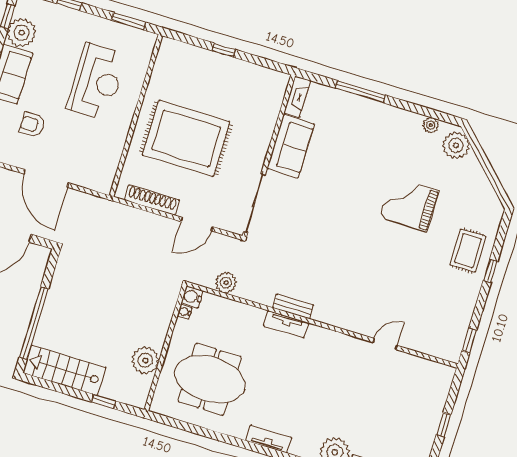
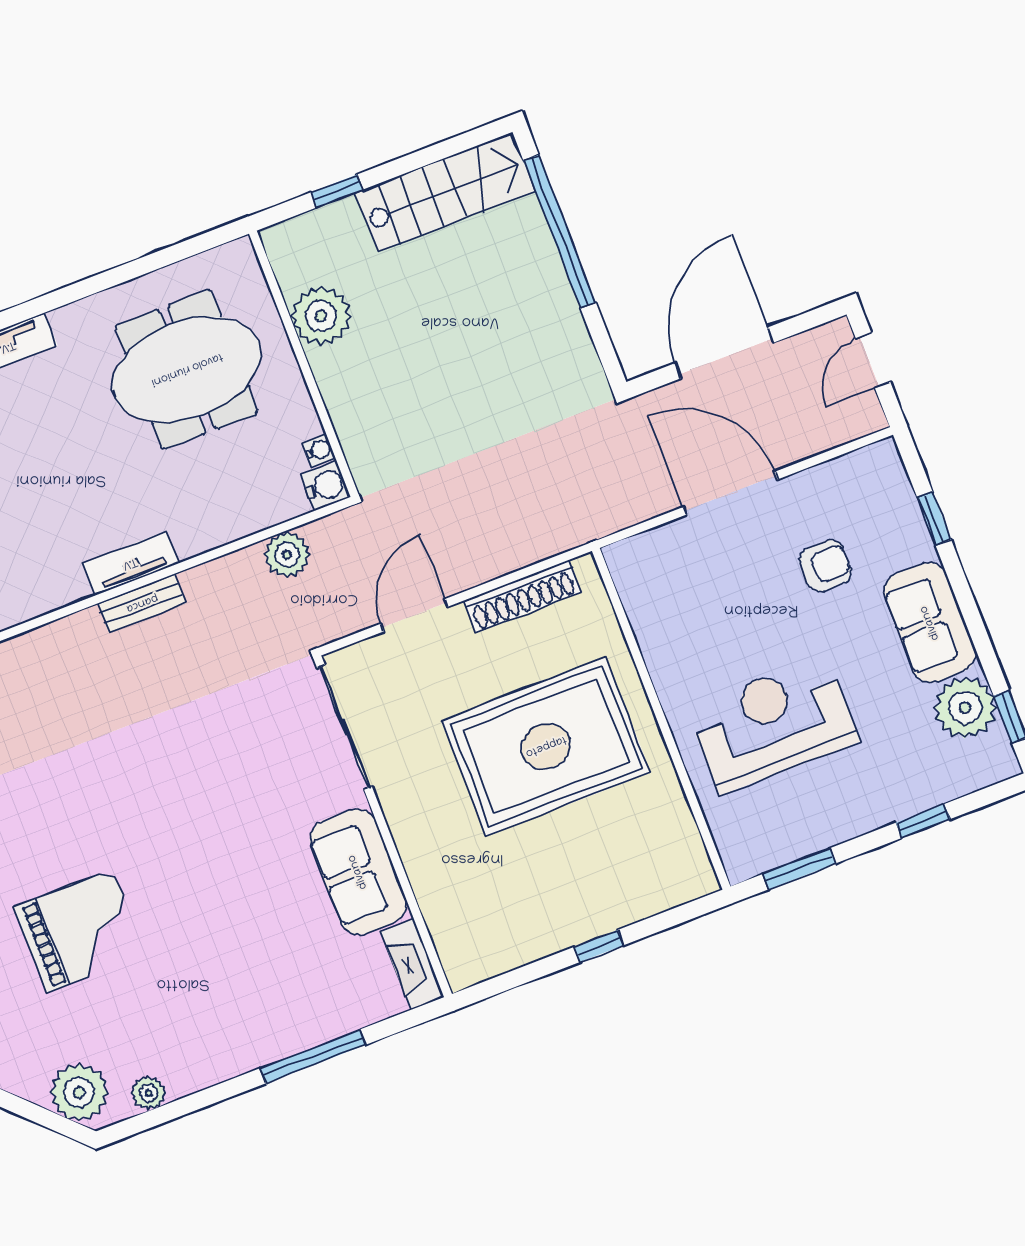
reception desk: (97, 82) -> (773, 724), turned 90

